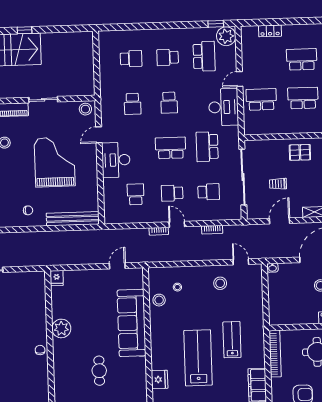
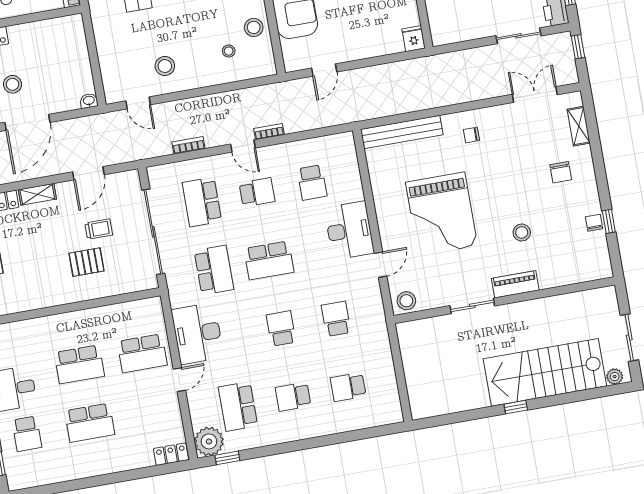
locker: (270, 31) -> (171, 454), moved
school desk: (168, 57) -> (293, 397), turned 180
pallet: (300, 152) -> (87, 262), moved
school desk: (209, 192) -> (202, 202), width x1.85

